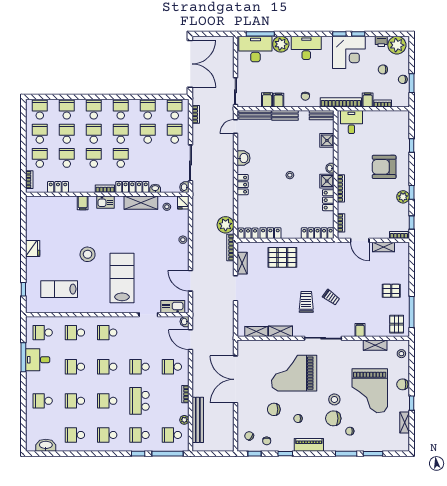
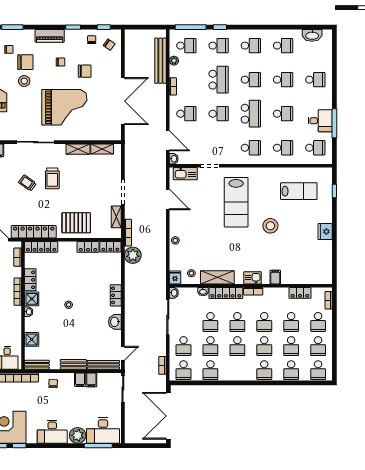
school desk: (121, 110) -> (210, 322), moved
locker: (325, 248) -> (34, 232), added
school desk: (107, 367) -> (251, 114), width x1.85

